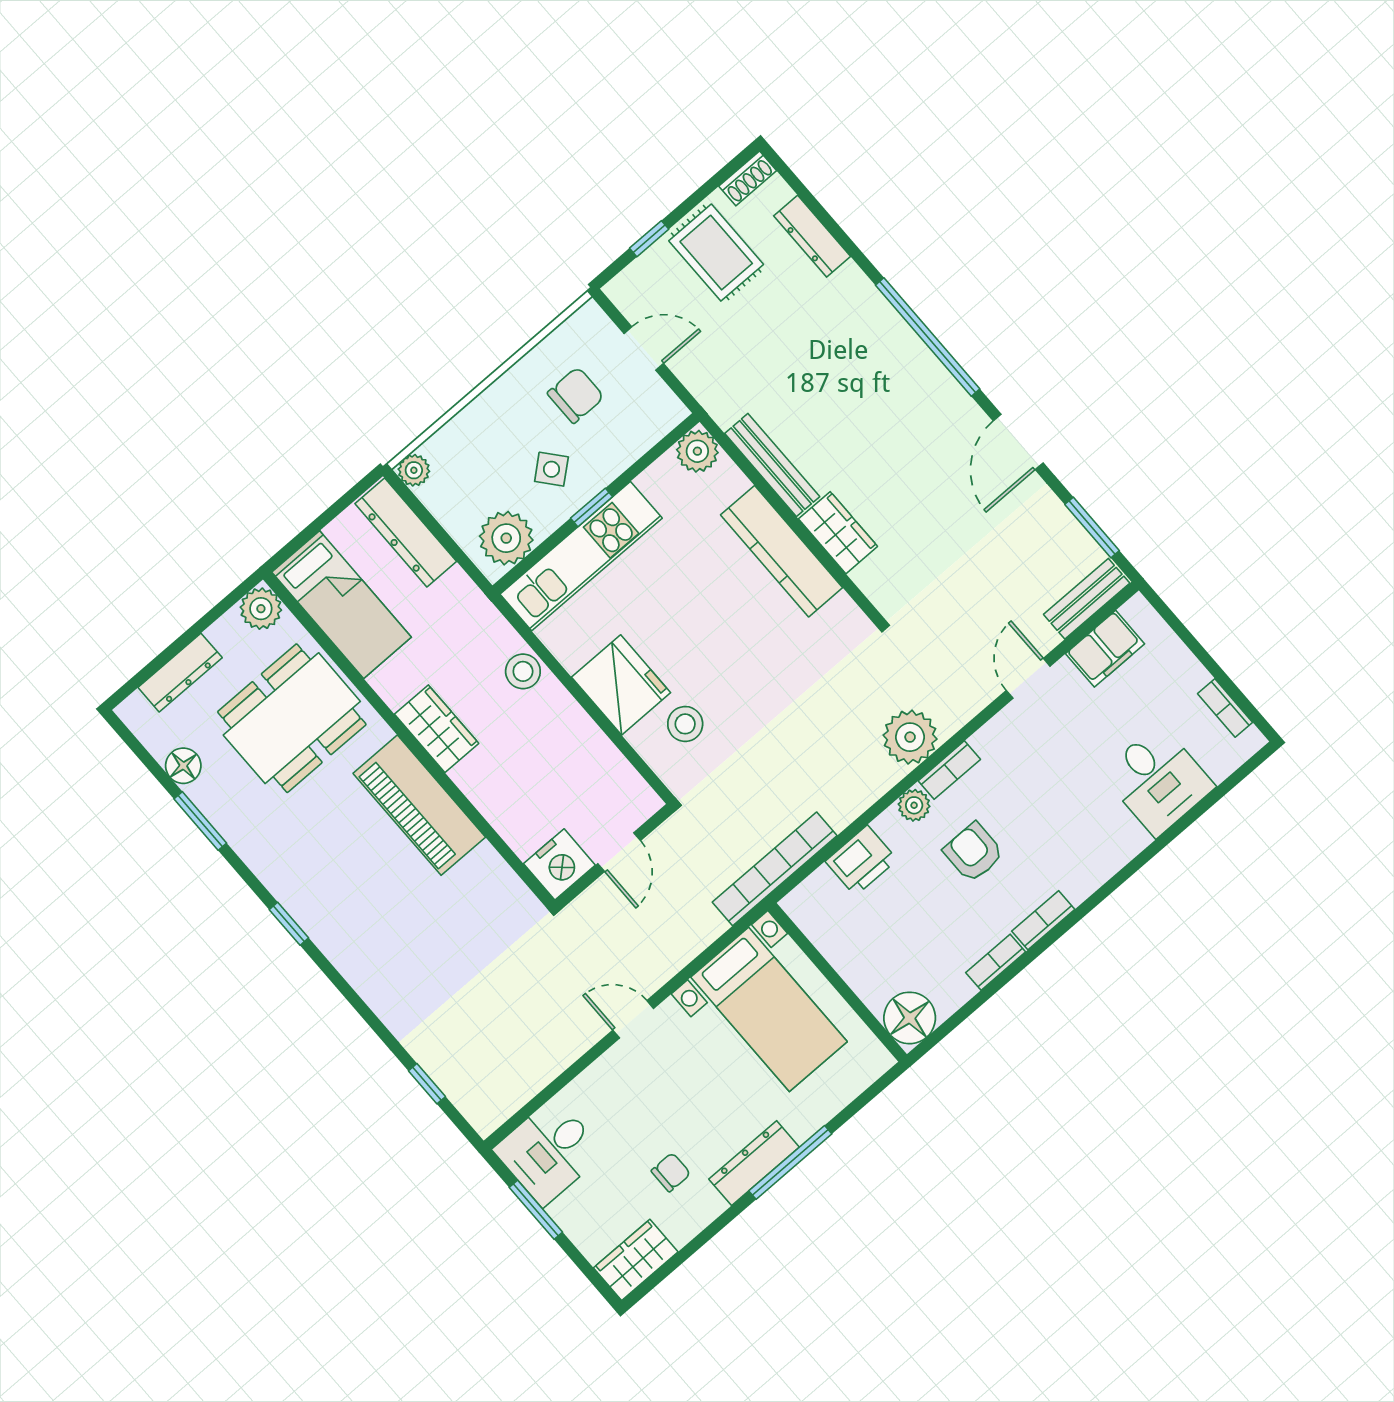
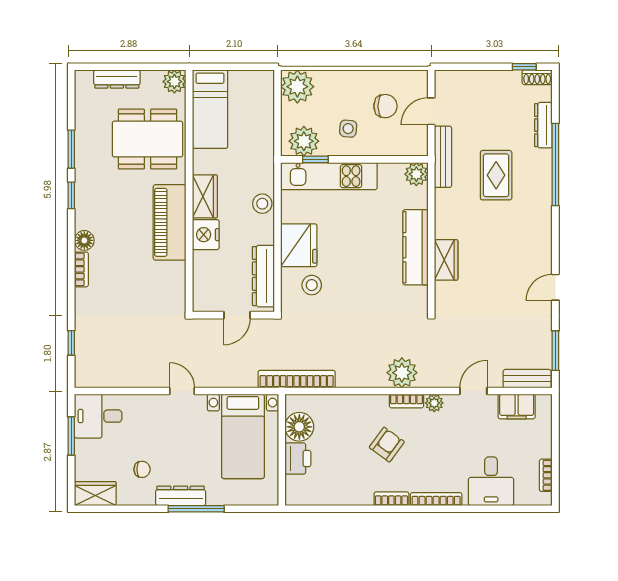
window: (649, 239) -> (524, 67), moved
rug: (716, 253) -> (496, 175), moved
window: (928, 337) -> (555, 165), moved
door: (644, 349) -> (431, 111), swing flipped
door: (1018, 442) -> (555, 287), width x0.73
bench: (772, 465) -> (443, 157), moved
side table: (551, 469) -> (348, 129), turned 45
plant: (414, 470) -> (297, 87), width x1.87, depth x1.87
window: (592, 507) -> (315, 159), moved
dresser: (406, 532) -> (263, 276), moved
floor lamp: (183, 766) -> (84, 240), moved
plant: (914, 805) -> (434, 403), moved
armchair: (973, 852) -> (387, 445), turned 36
printer: (861, 860) -> (298, 459), moved, turned -90
nightstand: (559, 864) -> (206, 235), moved, turned 90
window: (289, 924) -> (71, 195), moved
bookcase: (996, 962) -> (436, 499), moved, width x1.56
bookcase: (355, 972) -> (81, 269), added
floor lamp: (910, 1018) -> (299, 427), moved

